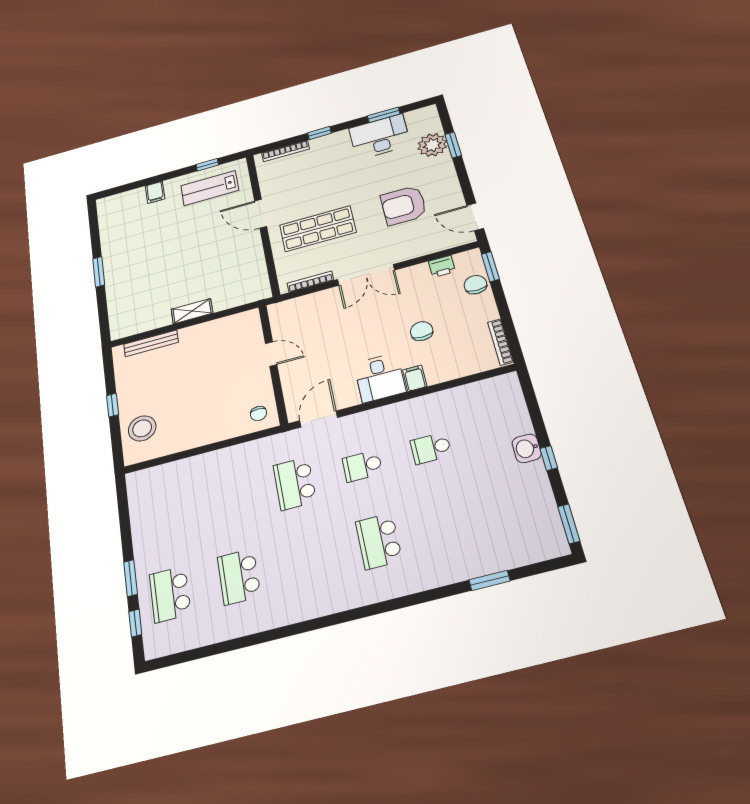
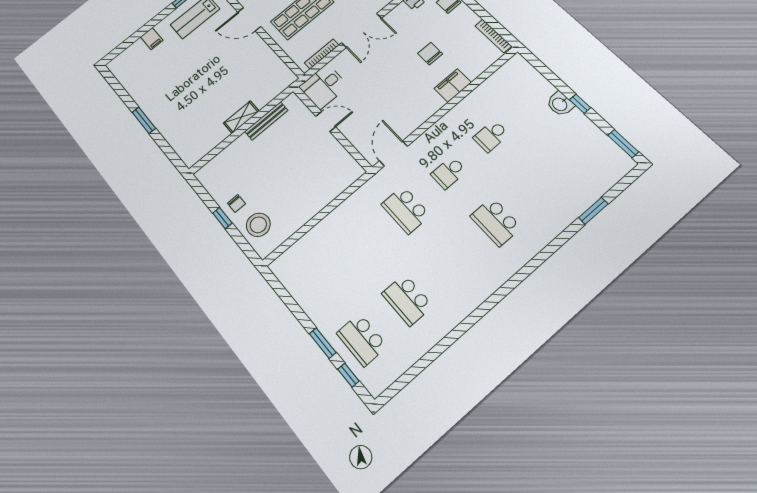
bench: (151, 343) -> (266, 121), moved
desk: (380, 378) -> (324, 86), moved, turned 90
filing cabinet: (415, 378) -> (453, 85), width x2.00
chair: (258, 414) -> (236, 204), moved

